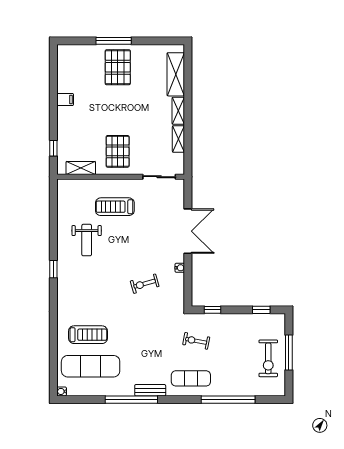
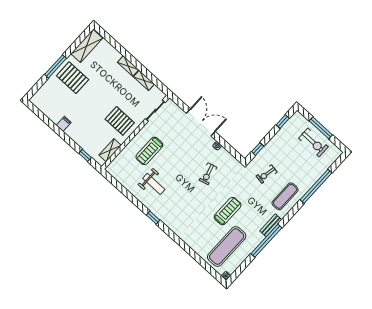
shelving: (176, 74) -> (87, 46), moved, turned 90
treadmill: (88, 335) -> (228, 211), moved

